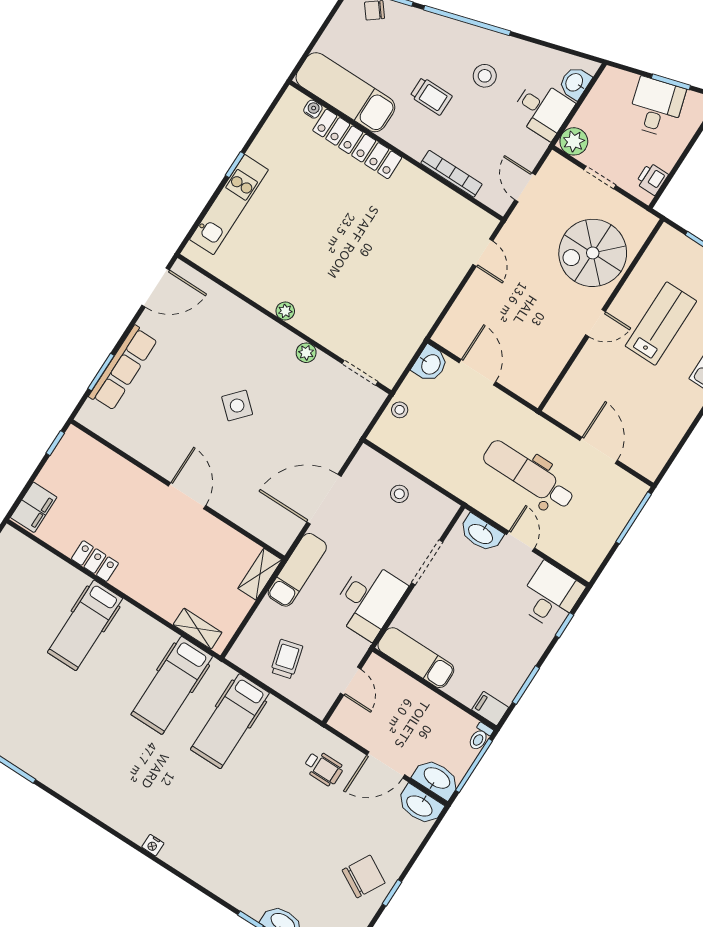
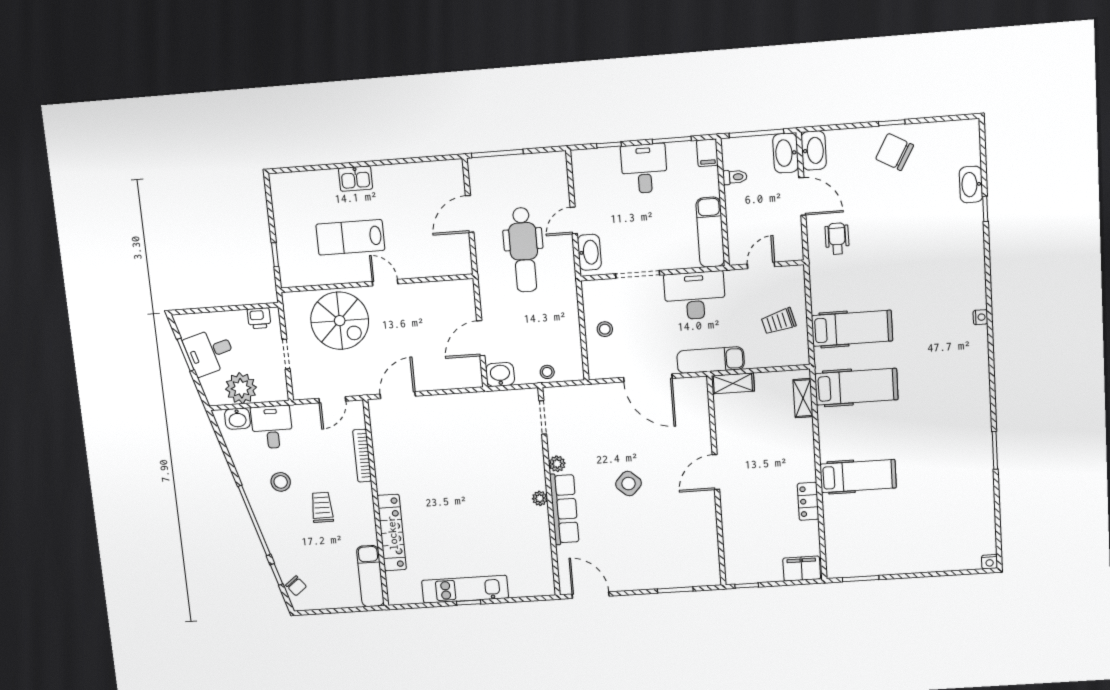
exam couch: (345, 92) -> (370, 576), width x0.73, depth x0.69
water cooler: (313, 109) -> (392, 578), removed
plant: (574, 141) -> (241, 388), moved, width x1.36, depth x1.36
kitchen unit: (229, 205) -> (465, 589), moved
door: (483, 253) -> (398, 395), width x1.38
row of seats: (123, 368) -> (564, 509), moved, turned 90
desk: (551, 596) -> (644, 169), moved, turned 90
toilet: (480, 737) -> (735, 177), moved

